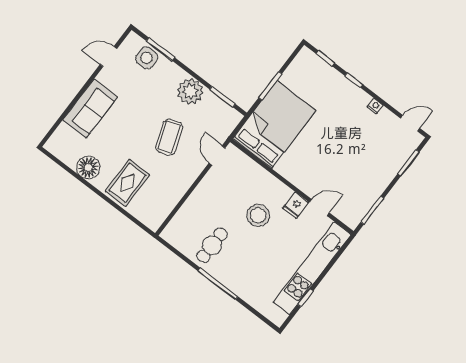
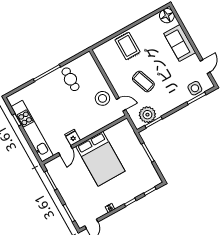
plant: (190, 91) -> (147, 115), moved
bed: (274, 125) -> (100, 159), moved
floor lamp: (88, 168) -> (167, 16), moved
stool: (258, 215) -> (102, 98), moved

